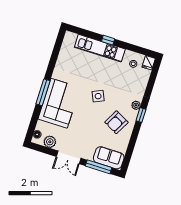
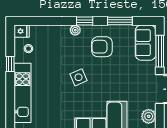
window: (108, 40) -> (10, 64), moved
armchair: (116, 122) -> (102, 47), turned 152
window: (132, 143) -> (120, 21), added

